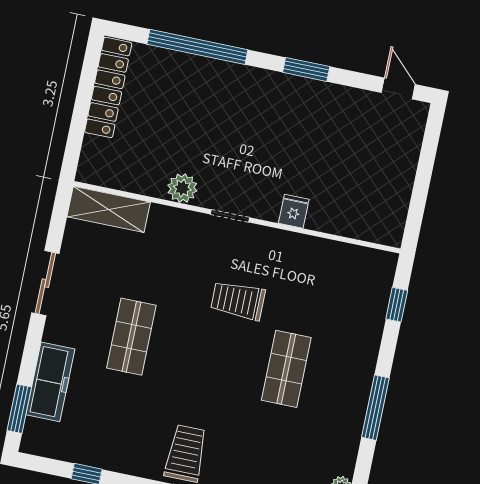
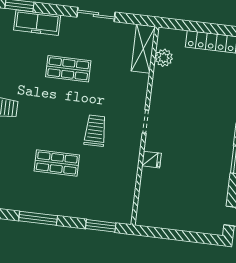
plant: (182, 188) -> (164, 58), moved
window: (397, 305) -> (101, 226), width x1.50

